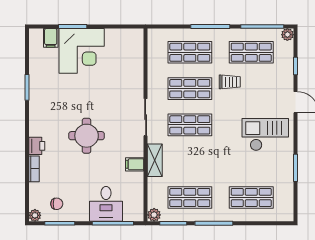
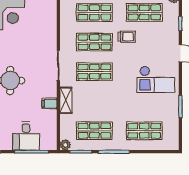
checkout: (265, 135) -> (156, 79), turned 180

